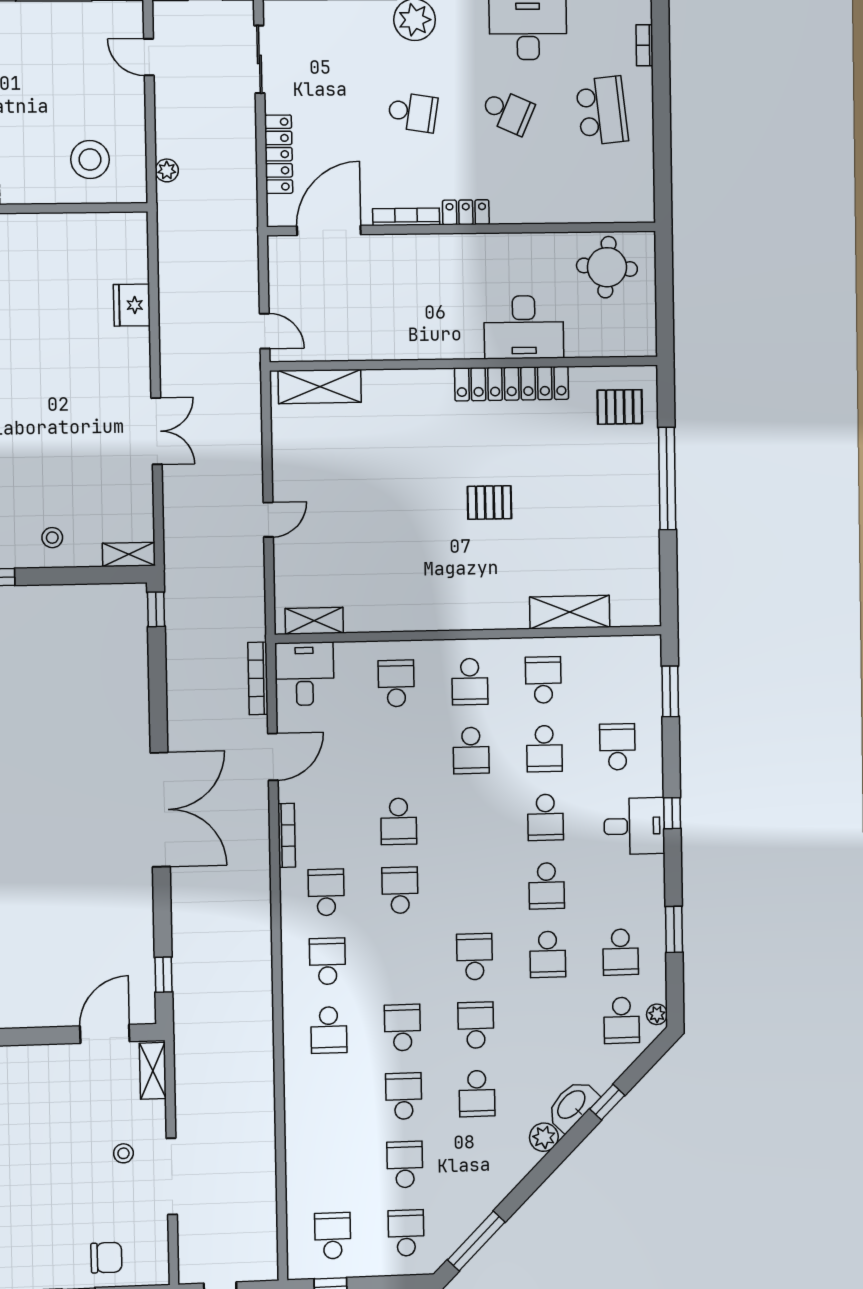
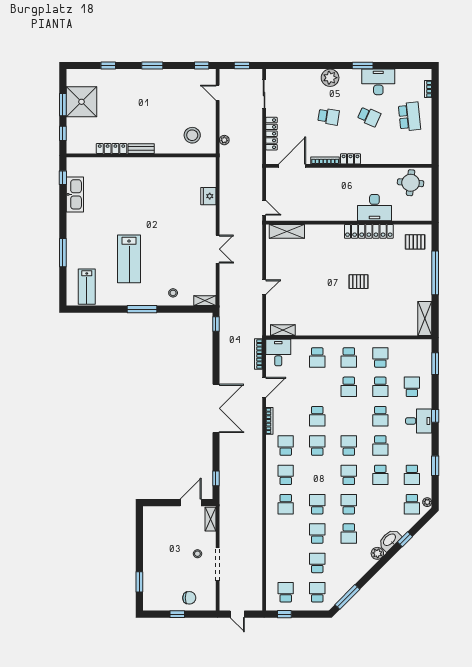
shelving: (570, 612) -> (425, 319), moved, turned 90
school desk: (396, 683) -> (317, 358), turned 180
school desk: (473, 888) -> (349, 446), added

